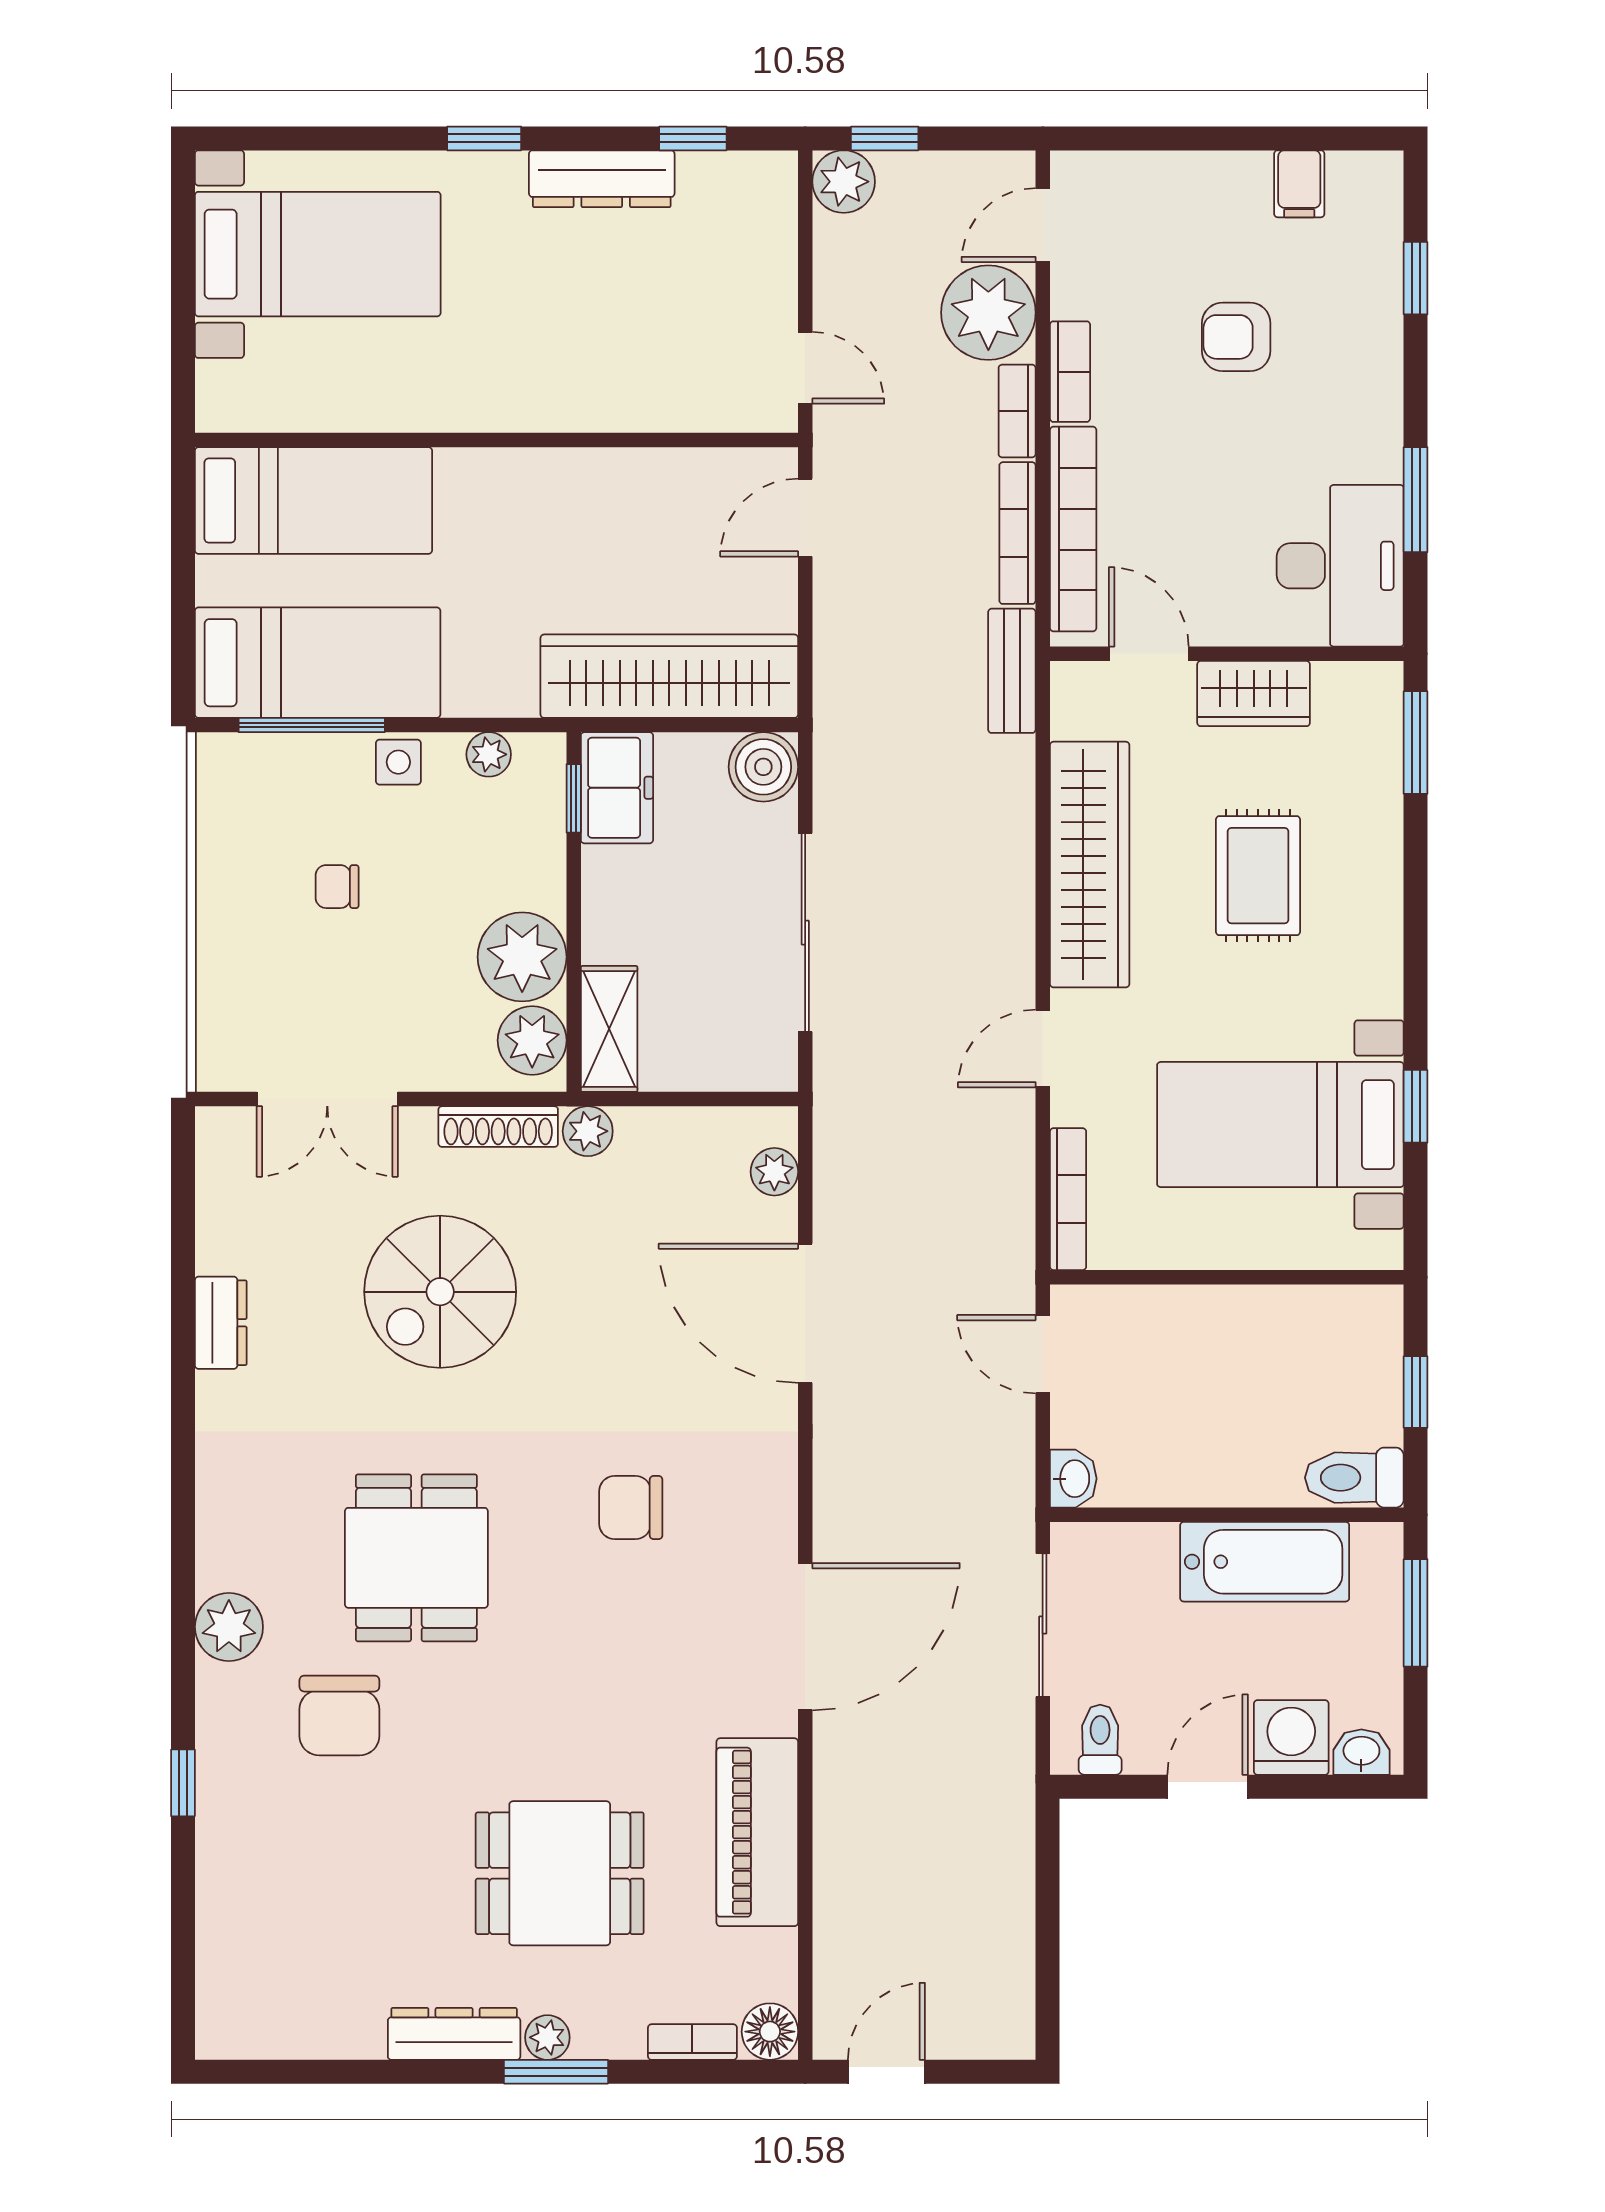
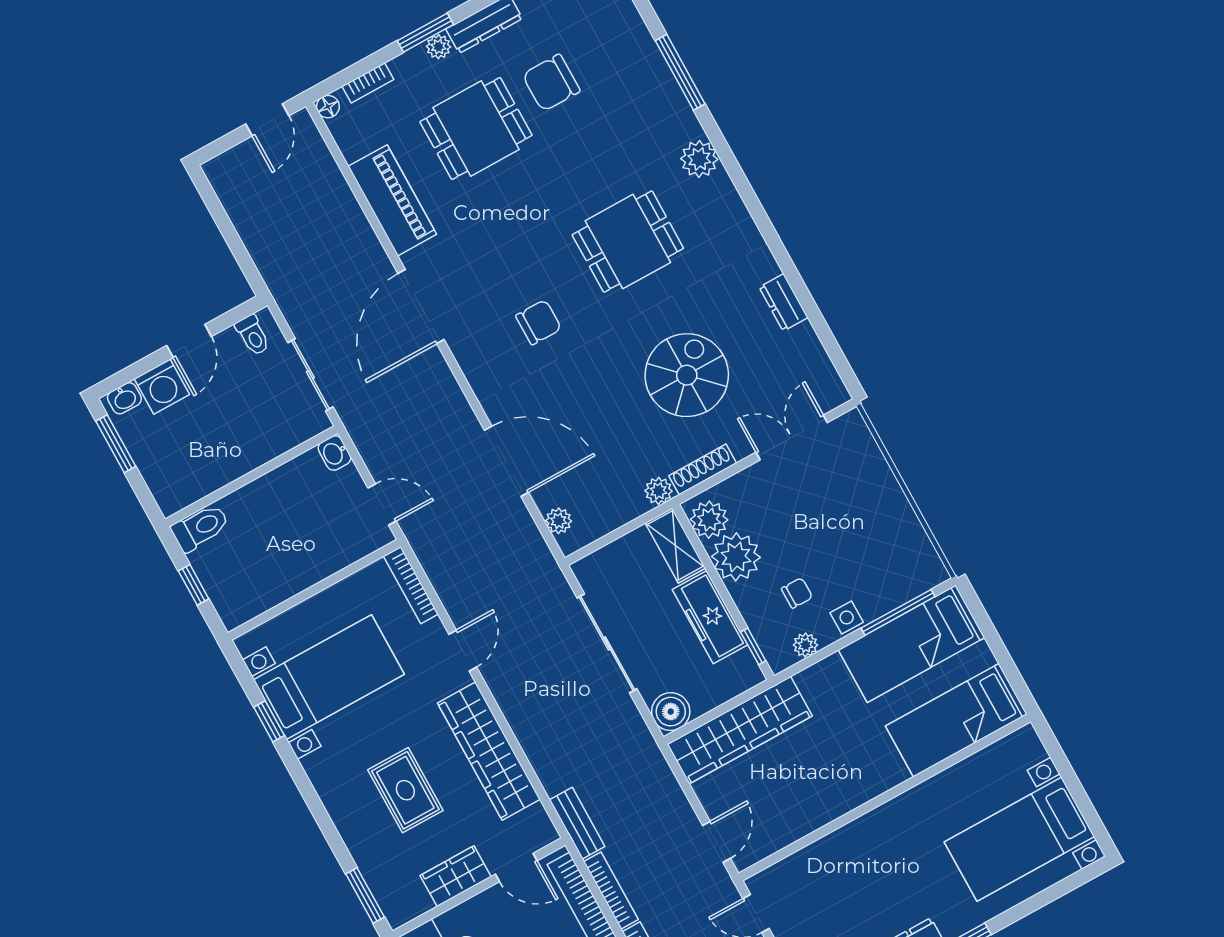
freezer: (617, 788) -> (710, 617), moved, width x1.40
chair: (337, 887) -> (797, 593), moved
dining table: (416, 1558) -> (628, 242), turned 90
bathtub: (1265, 1562) -> (221, 464), removed
window: (1416, 1613) -> (116, 444), moved
chair: (339, 1715) -> (551, 83), moved, turned -90
window: (183, 1783) -> (680, 72), width x2.17
floor lamp: (770, 2032) -> (328, 107), width x0.73, depth x0.73

